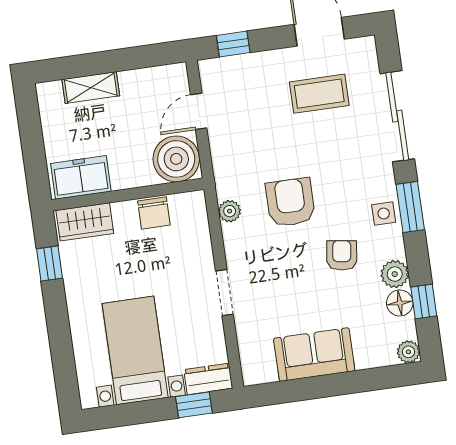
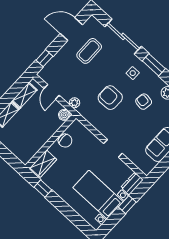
shelving: (148, 80) -> (25, 95), added
boiler: (176, 159) -> (64, 115), width x0.54, depth x0.54
freezer: (81, 177) -> (29, 149), removed
plant: (230, 211) -> (74, 103), moved
side table: (384, 213) -> (133, 73), moved
window: (194, 405) -> (127, 205), moved

